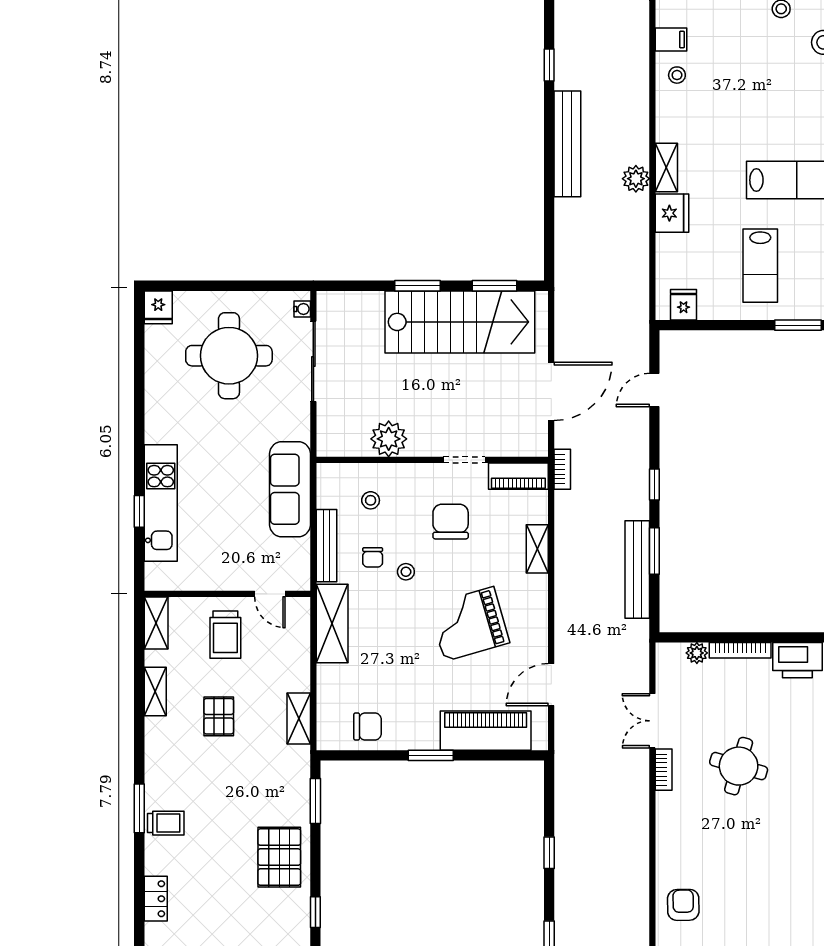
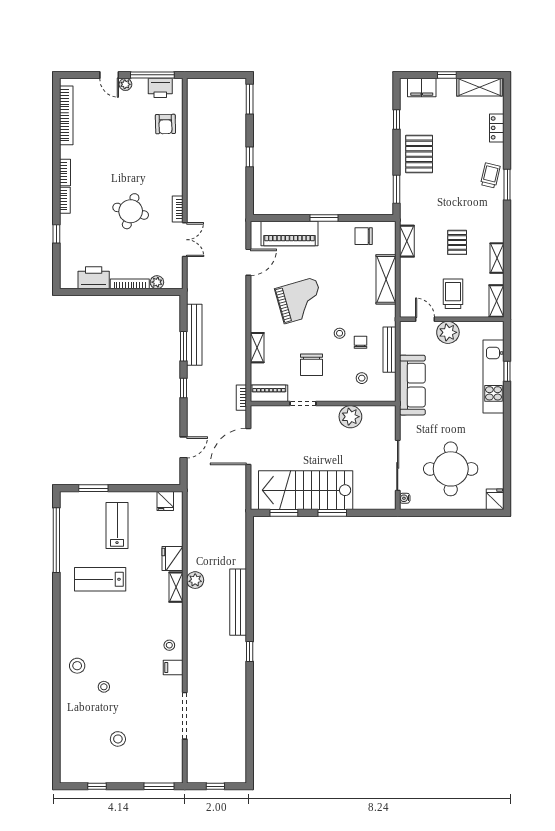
plant: (233, 573) -> (448, 332), added
shelving: (332, 623) -> (386, 279), moved
trolley: (166, 823) -> (490, 175), turned 103

